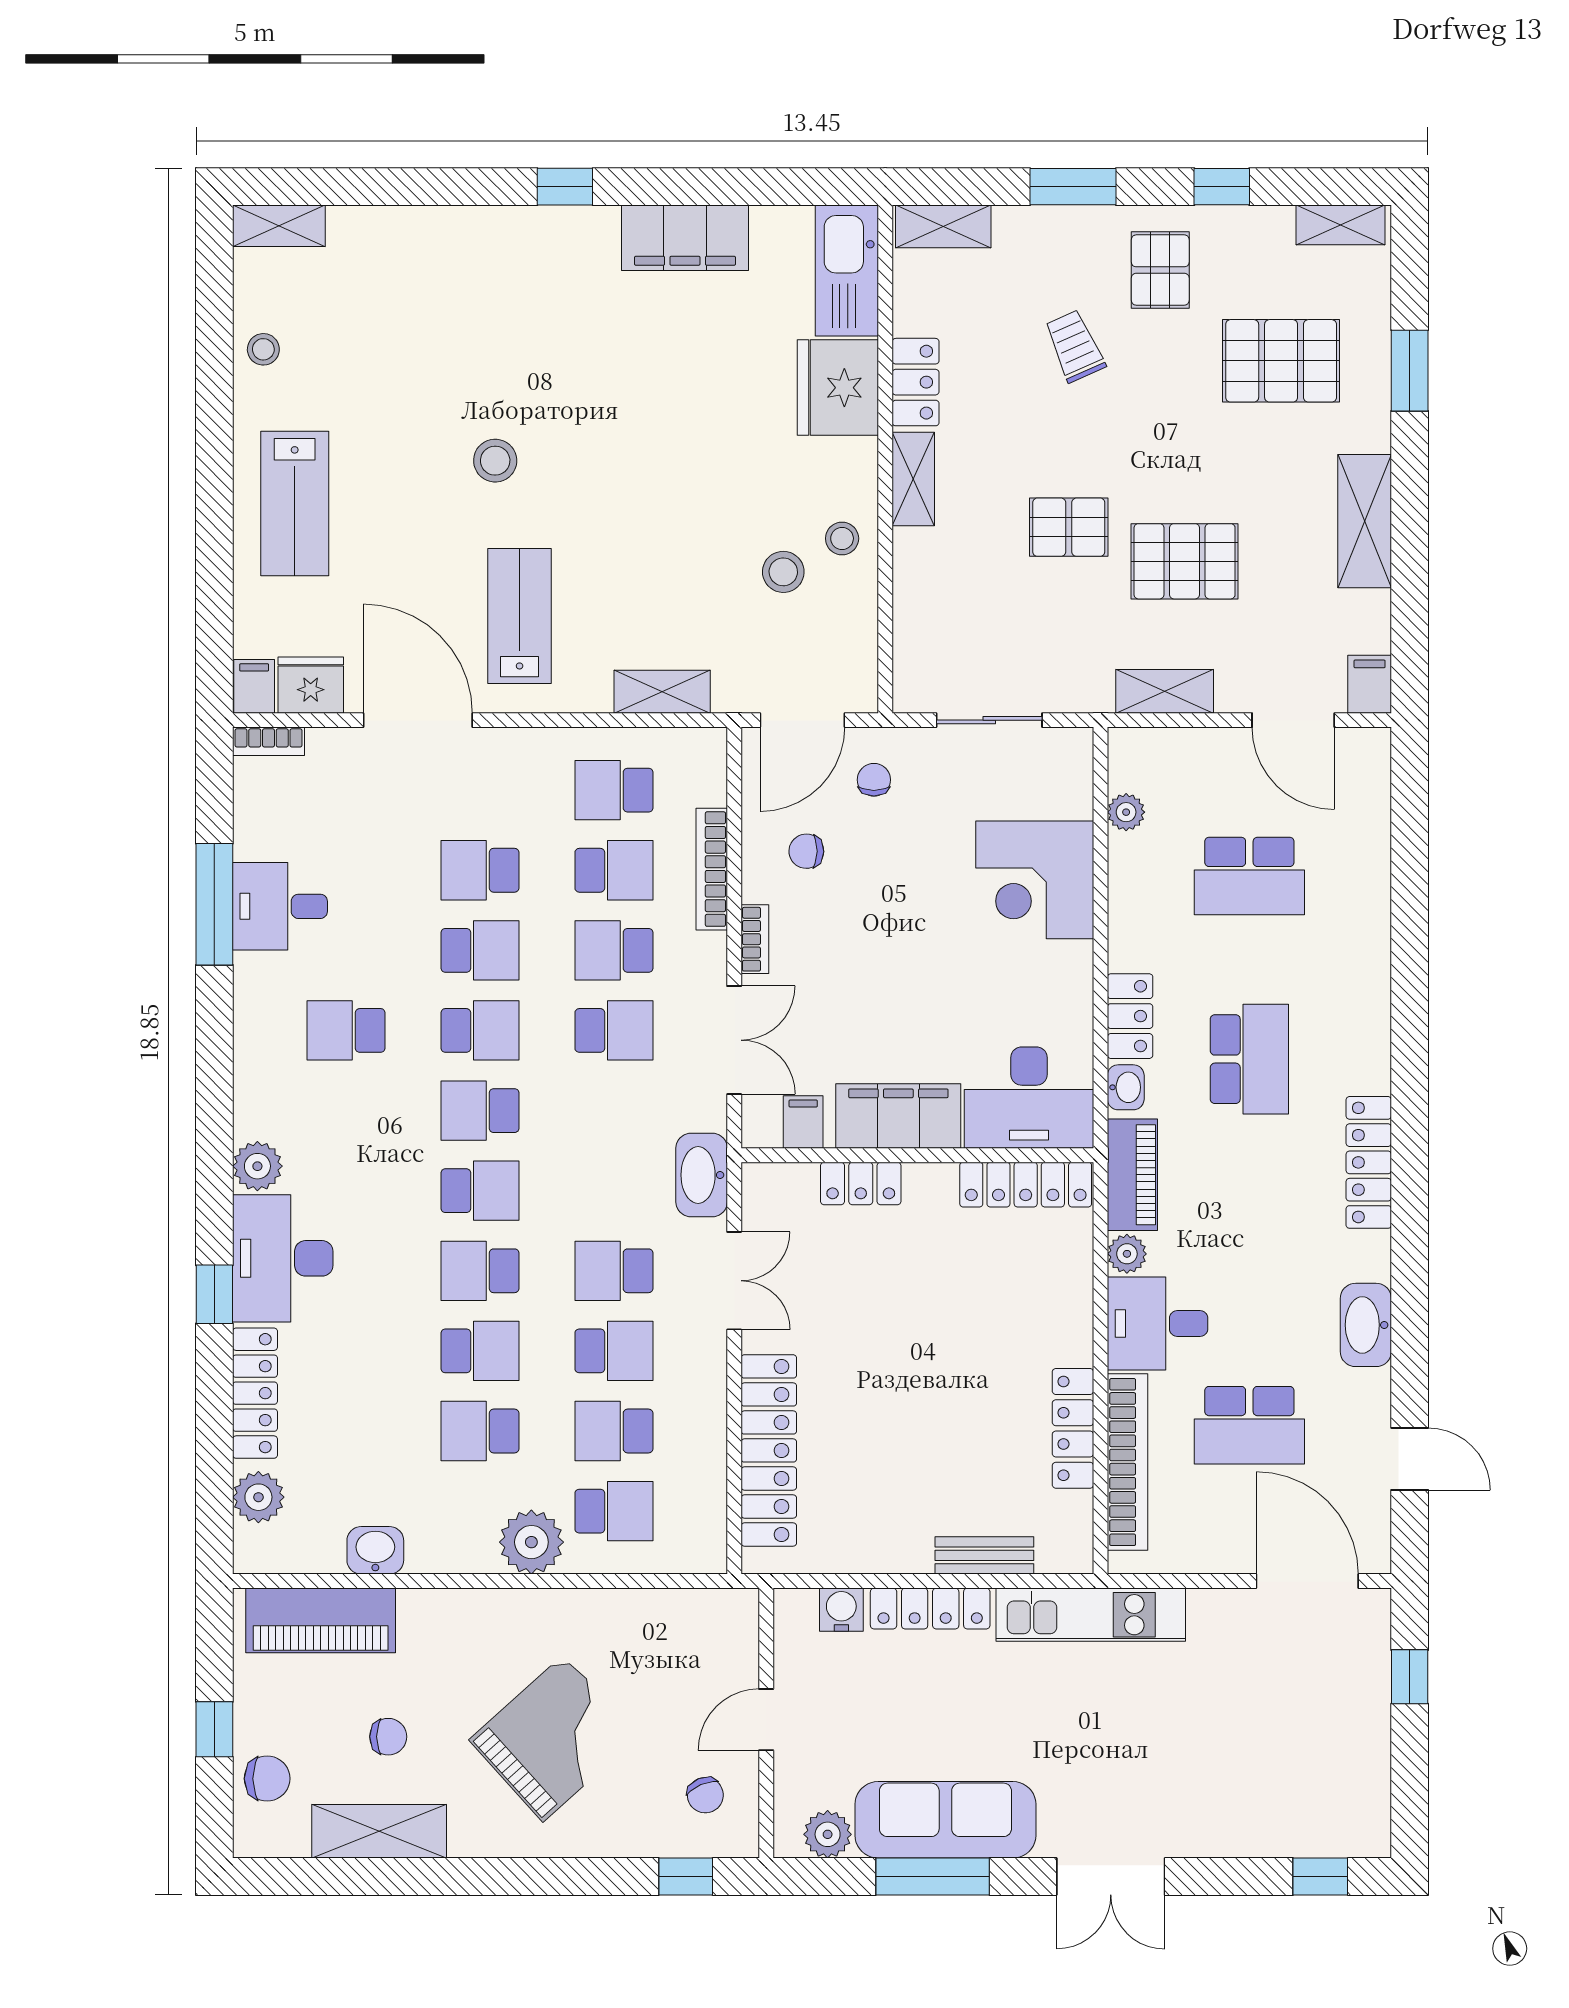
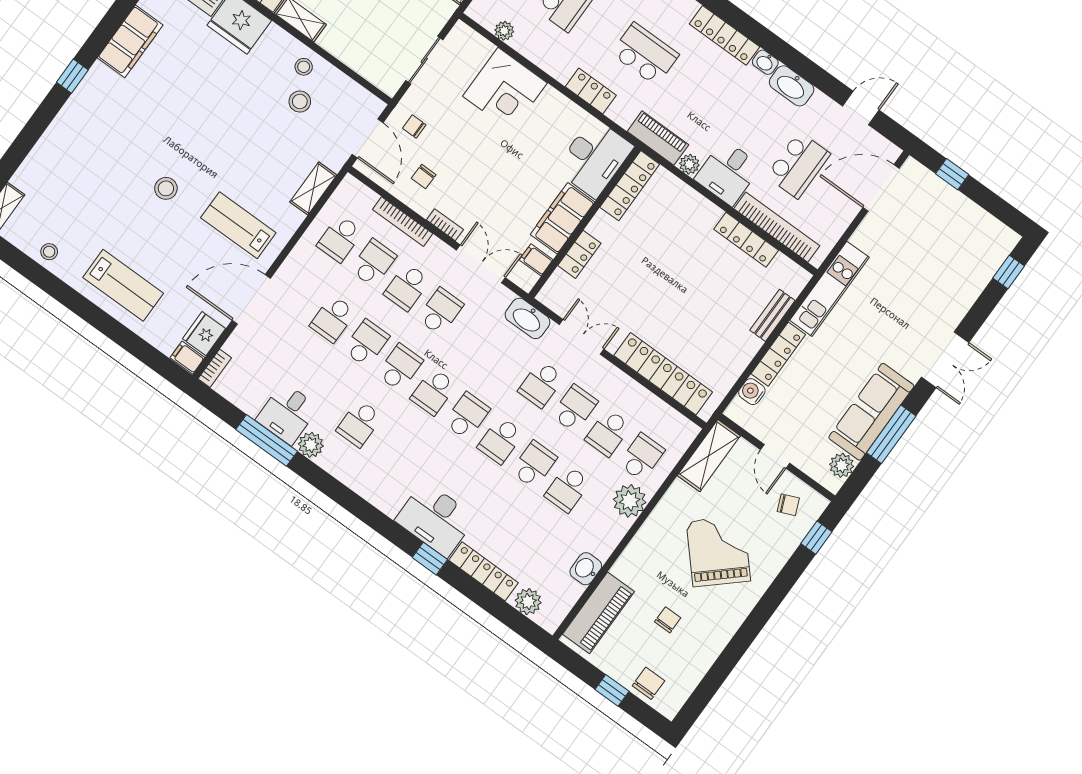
washbasin: (1126, 1087) -> (765, 62), moved, turned 180
plant: (257, 1166) -> (311, 445), moved
shelving: (379, 1831) -> (709, 456), moved

